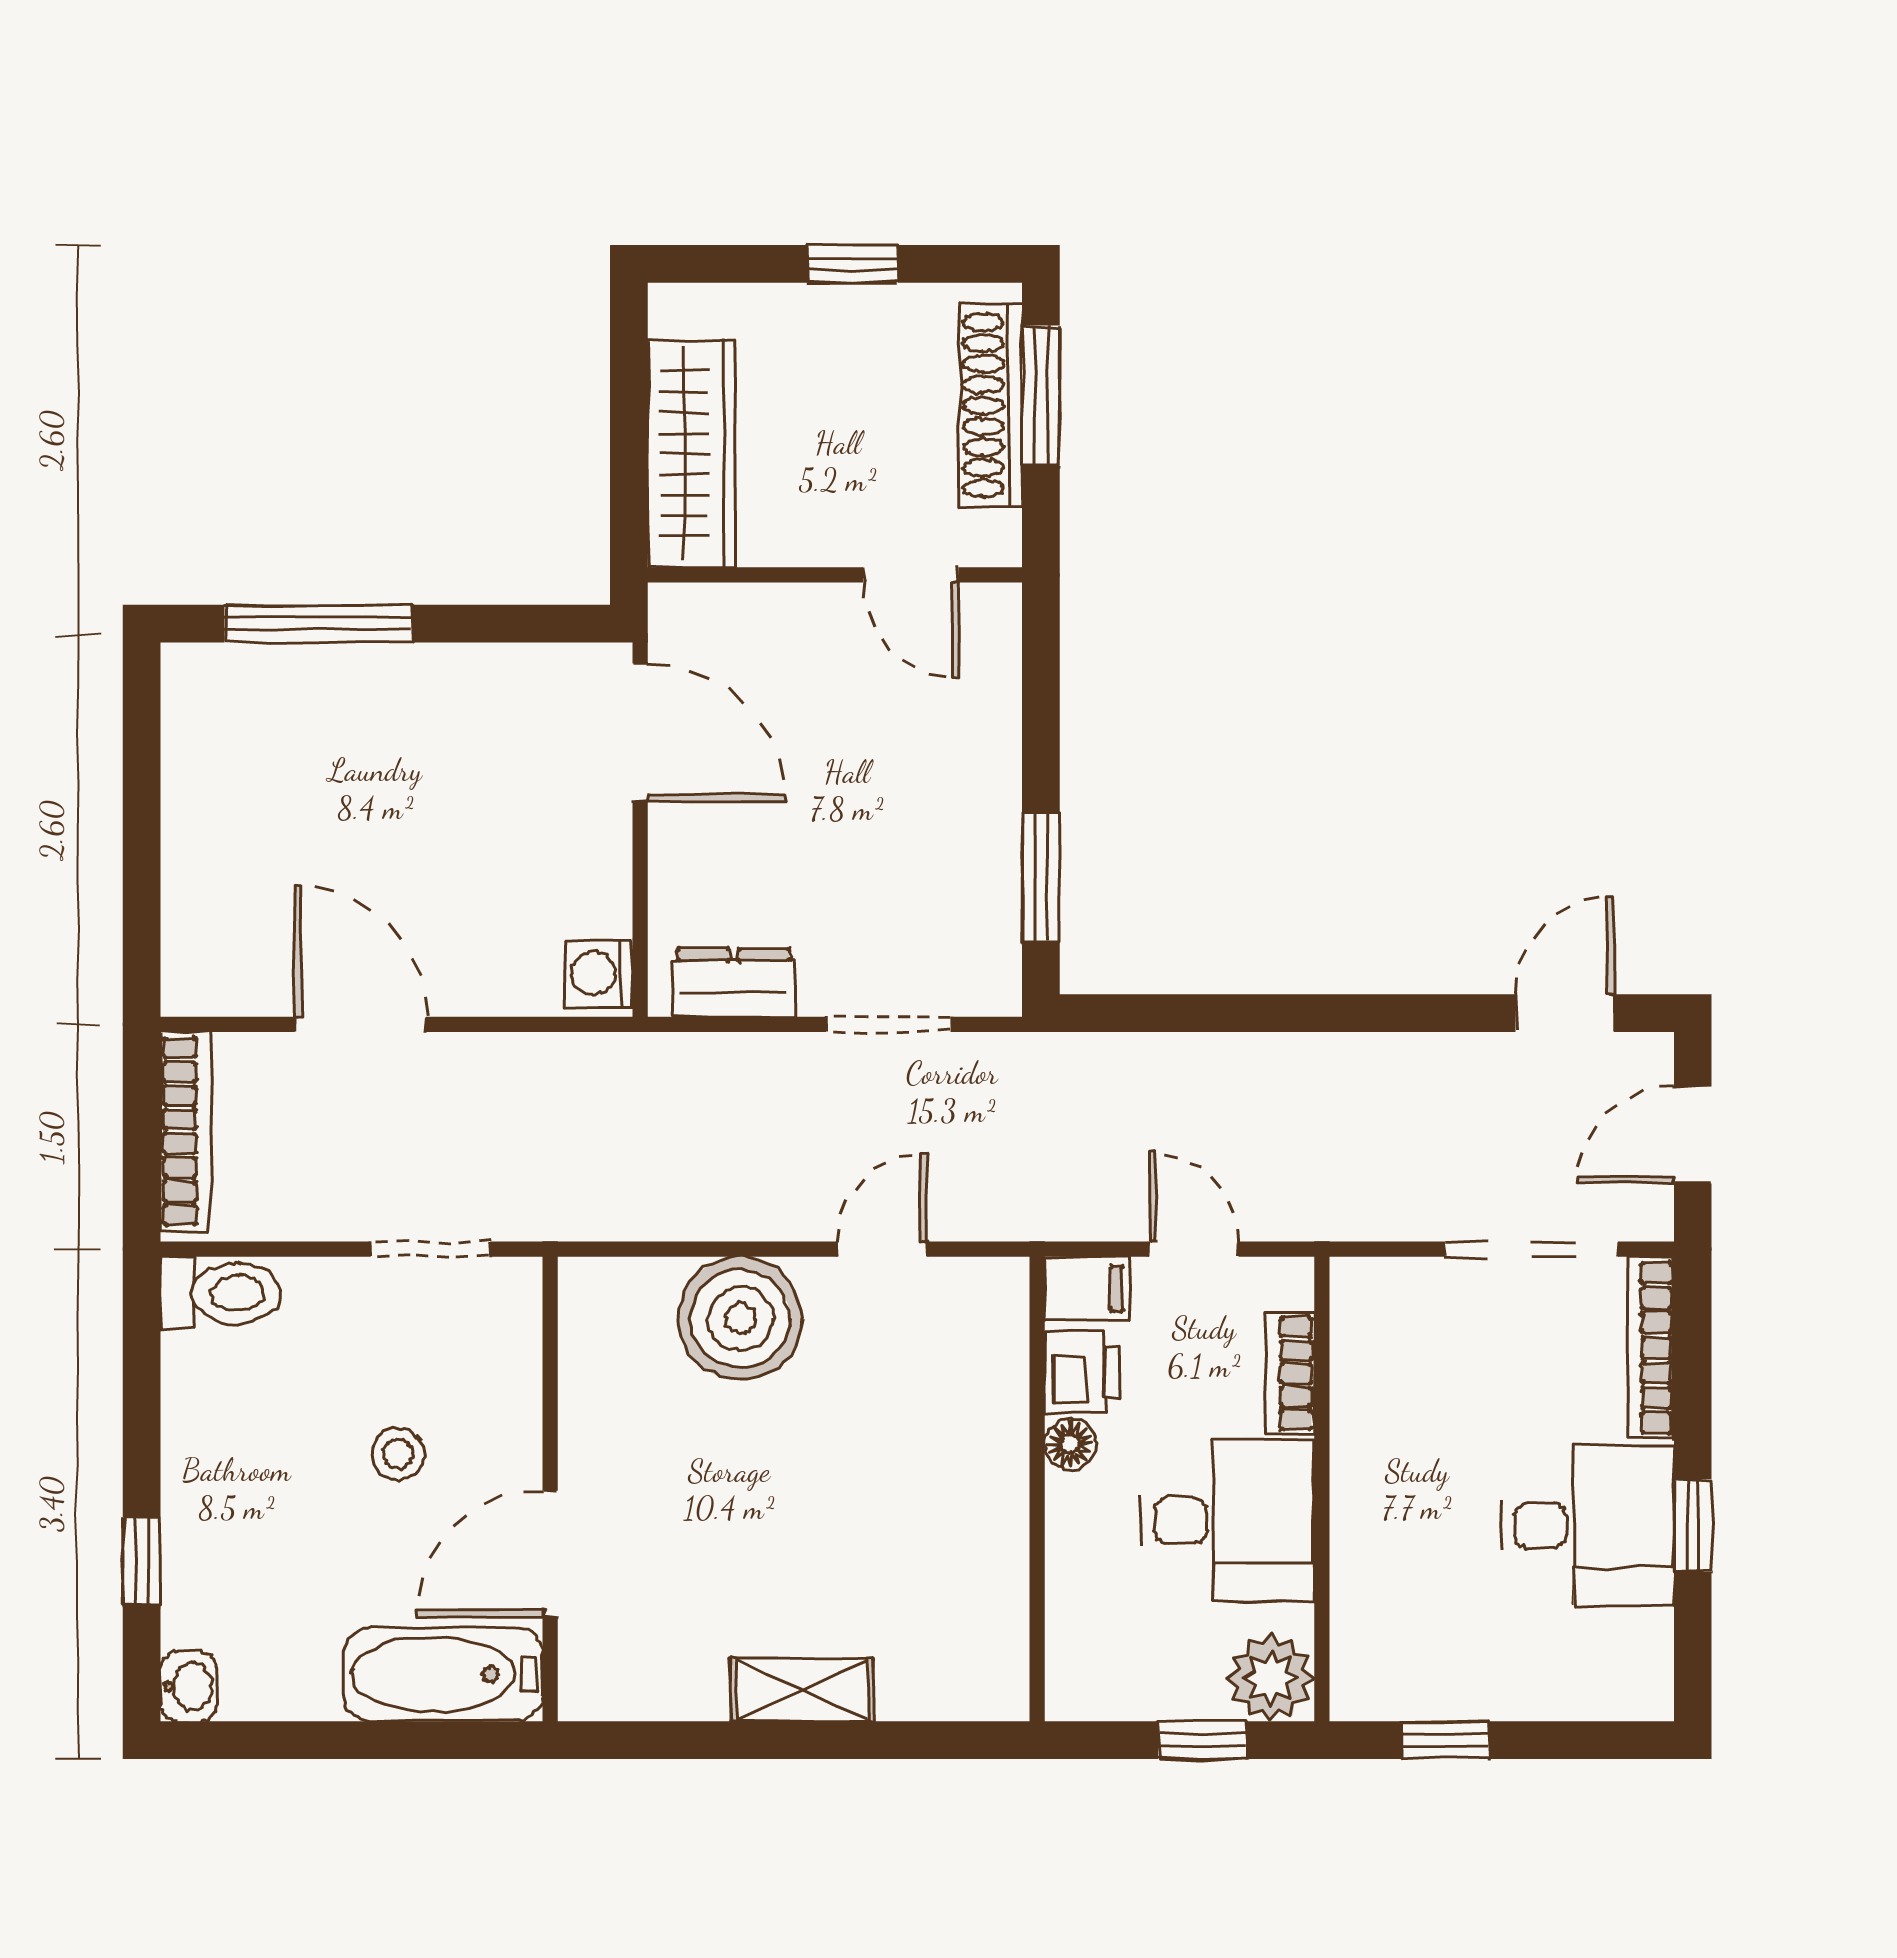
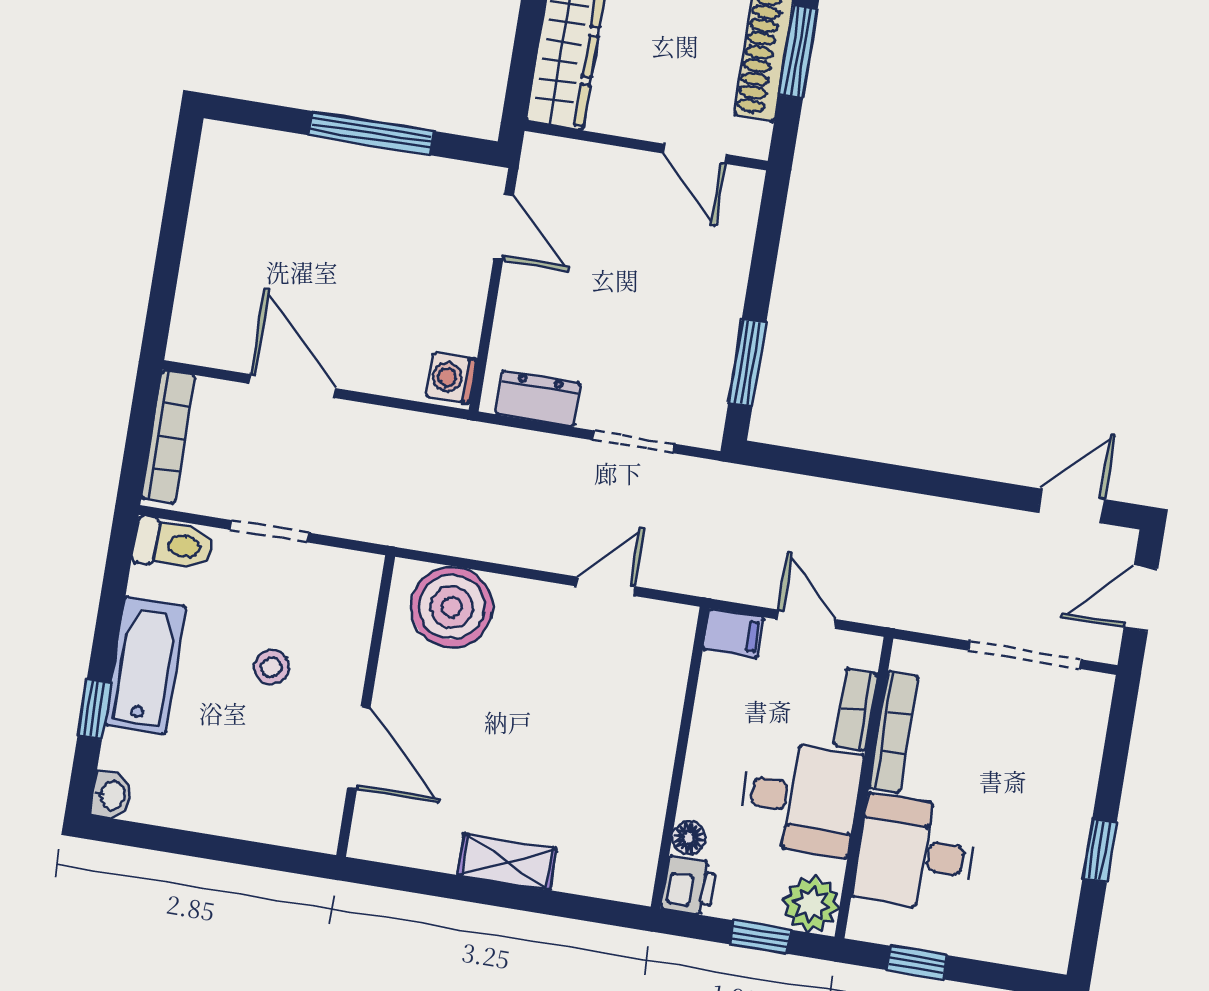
window: (318, 624) -> (371, 133), moved
door: (640, 732) -> (504, 227), width x0.73
doorway: (430, 1249) -> (269, 531), moved
boiler: (740, 1318) -> (452, 607), moved
bookcase: (1651, 1348) -> (893, 732), moved, turned 180
printer: (1082, 1372) -> (689, 886), moved
floor lamp: (1070, 1444) -> (689, 838), moved
desk: (1587, 1525) -> (916, 853), moved, turned 180
door: (550, 1554) -> (359, 748), swing flipped
bathtub: (443, 1674) -> (145, 665), moved, turned 90

